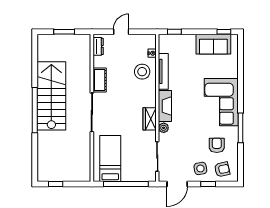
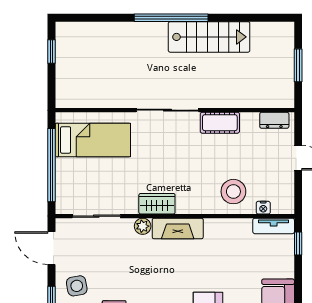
tv unit: (163, 71) -> (274, 226), moved, width x0.71
stairs: (51, 96) -> (209, 37), width x0.73, depth x0.66

